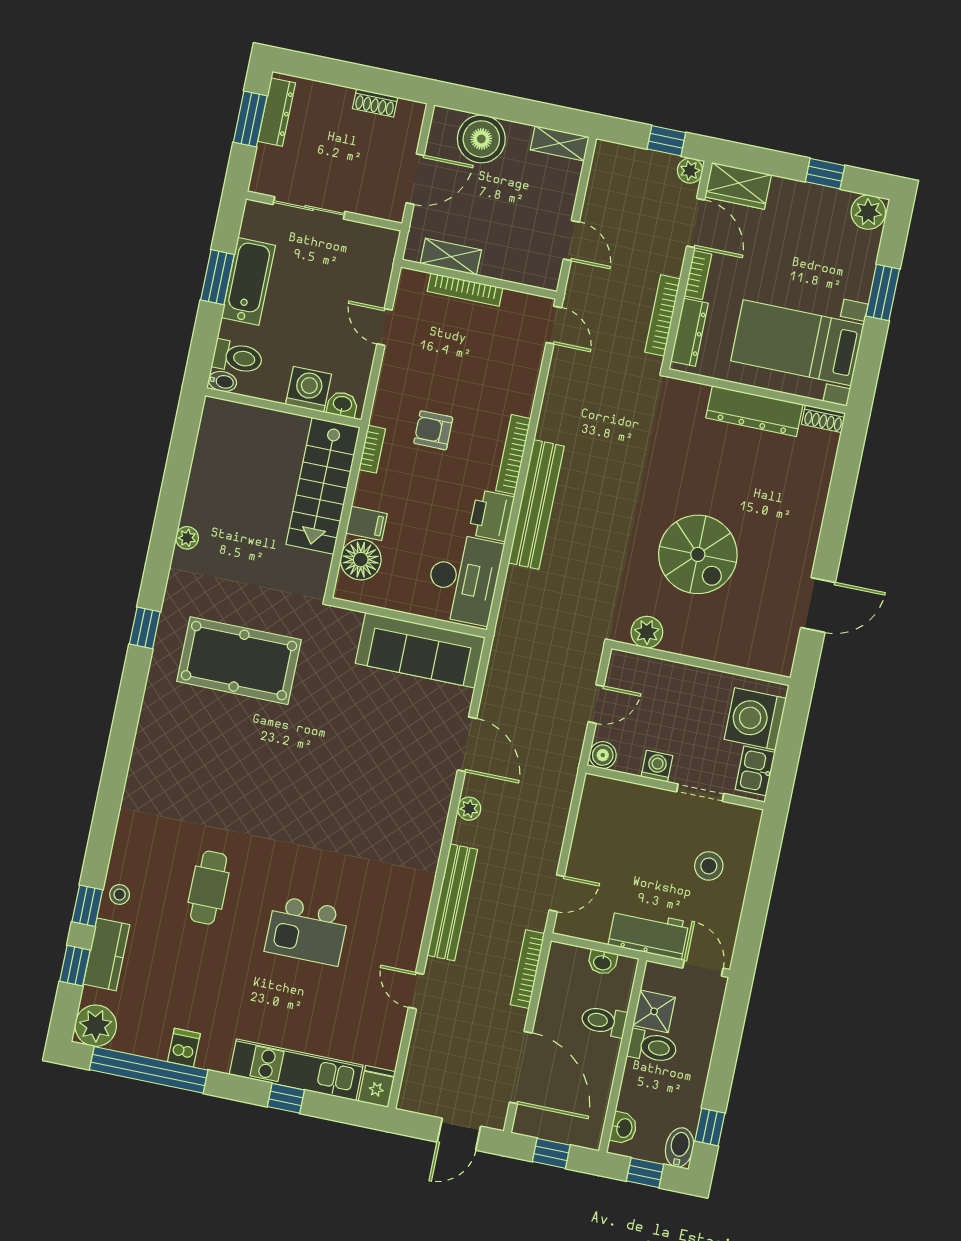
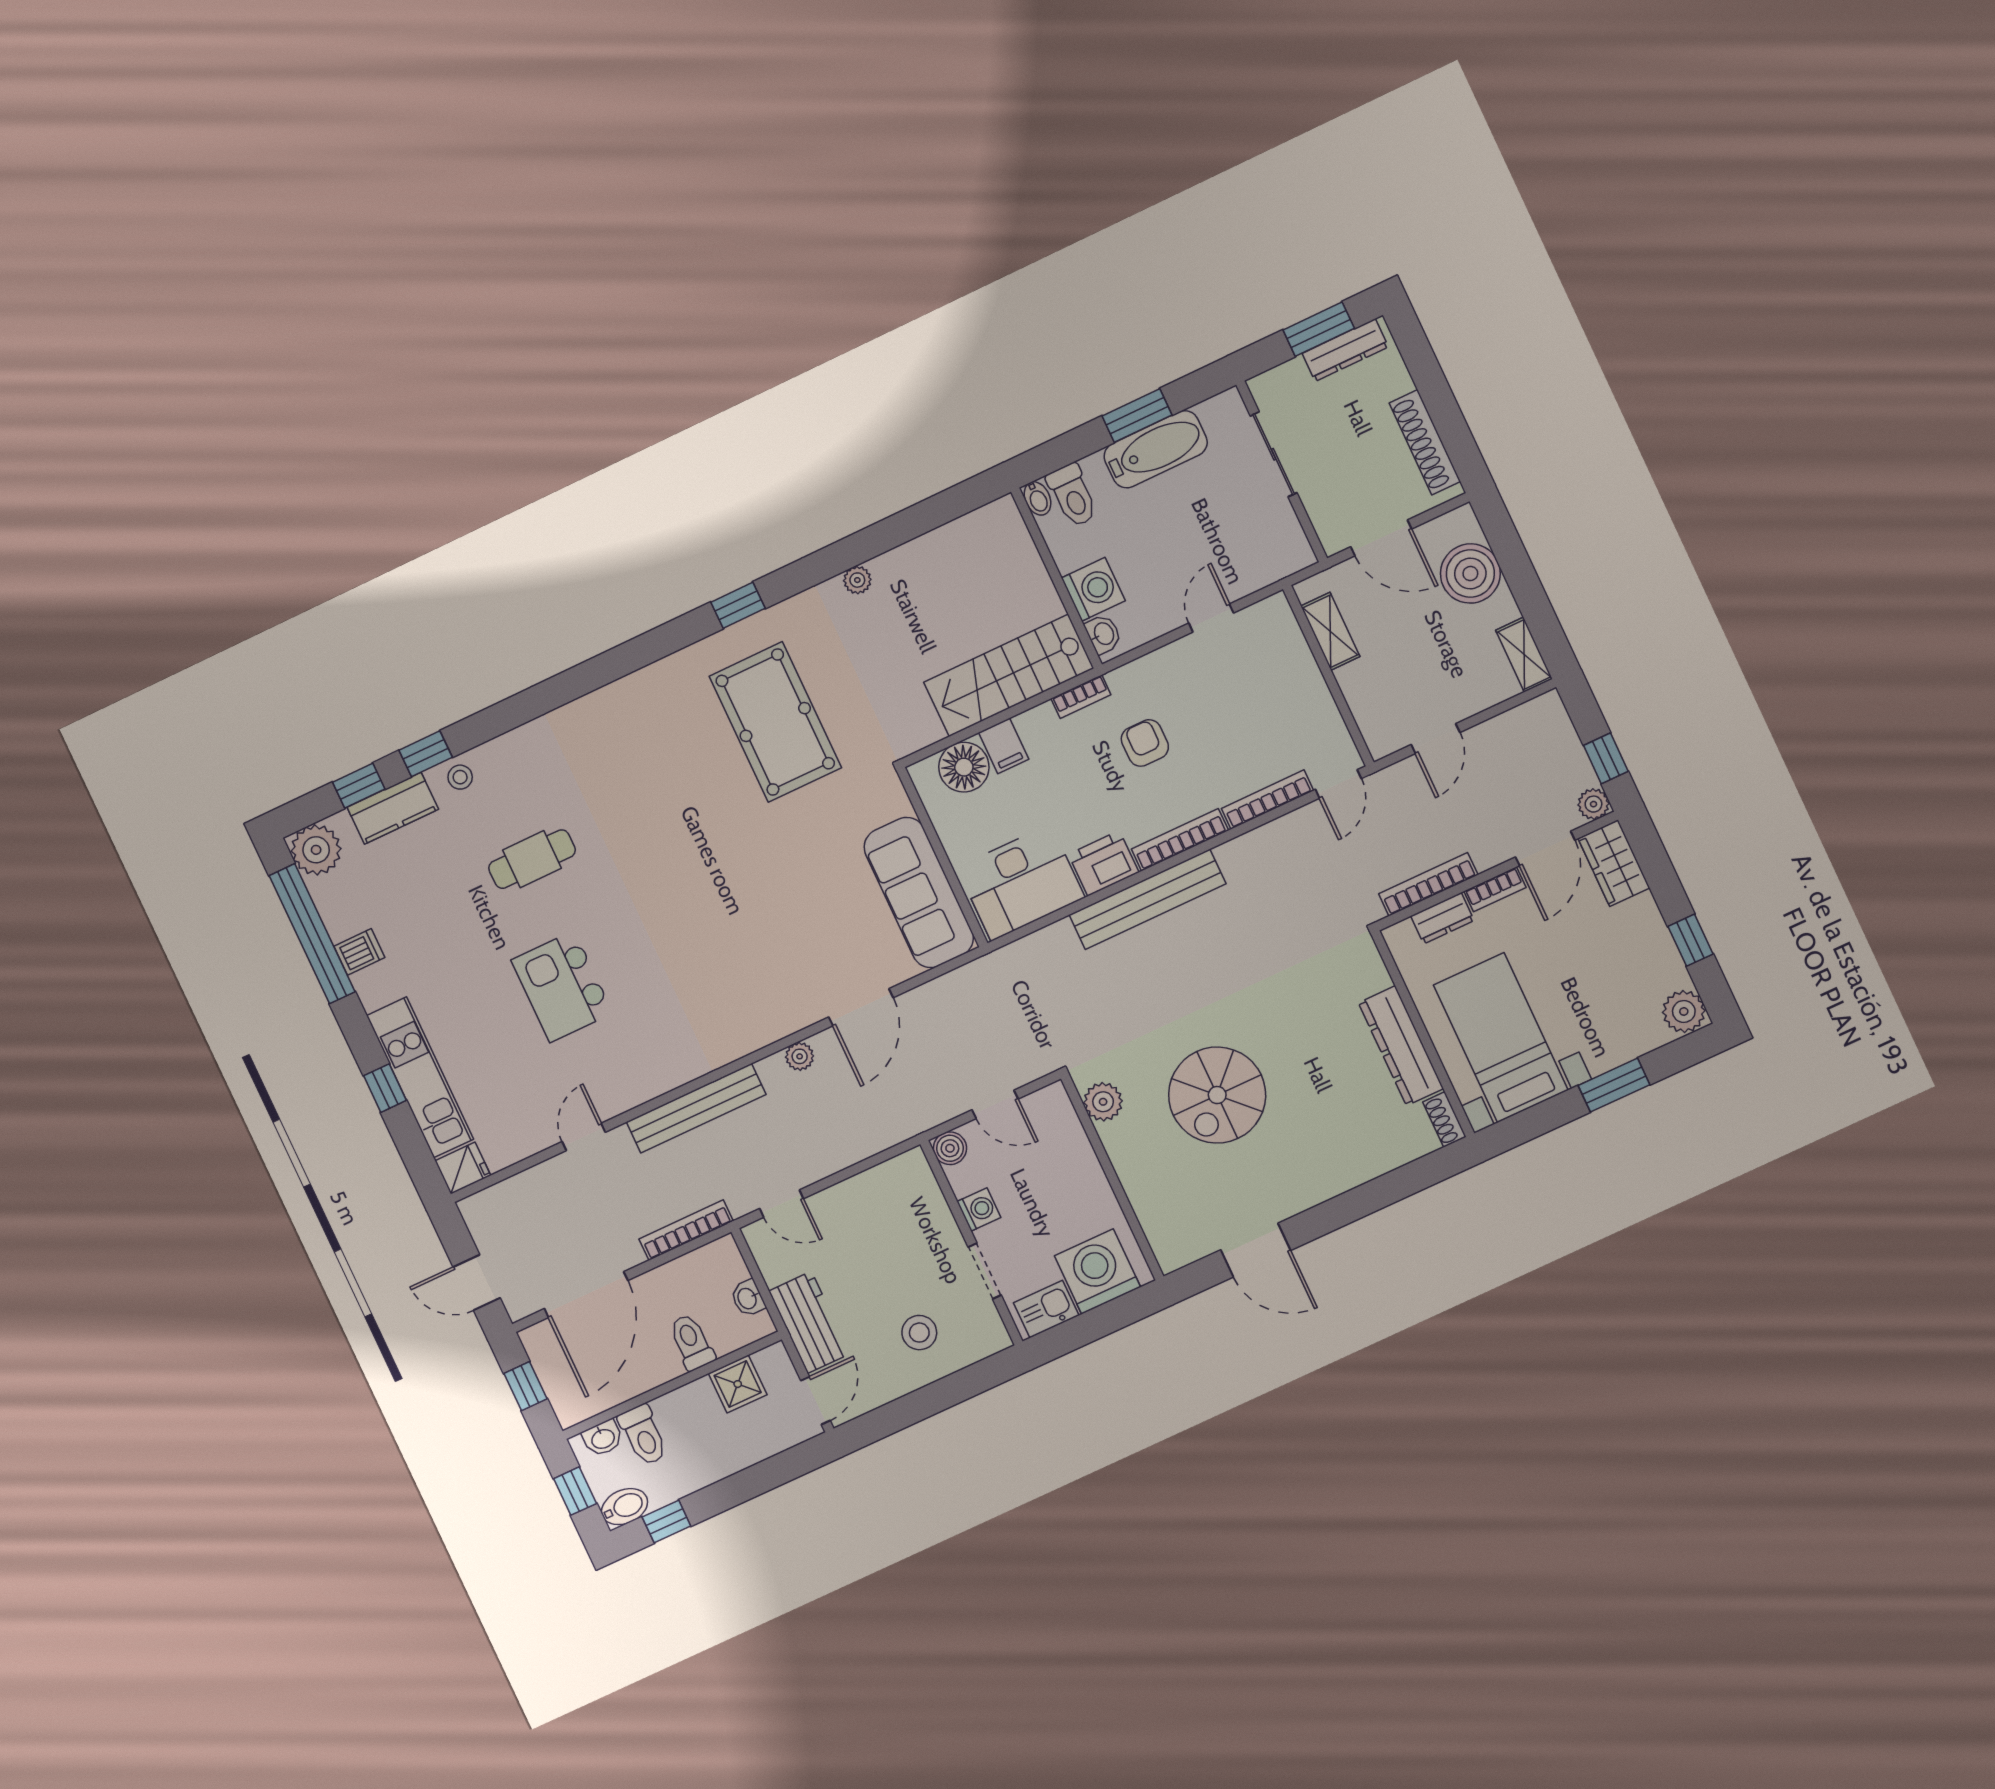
shoe rack: (375, 103) -> (1425, 442), width x1.94, depth x1.24
bookcase: (465, 290) -> (1267, 799), moved, turned 90
dresser: (689, 332) -> (1443, 918), width x0.70
toilet: (652, 1047) -> (643, 1435), moved

